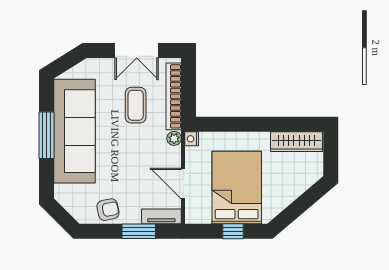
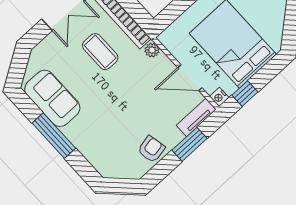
sofa: (74, 131) -> (52, 98), width x0.54, depth x0.79
nightstand: (192, 139) -> (219, 97), moved
window: (233, 231) -> (245, 94), moved

